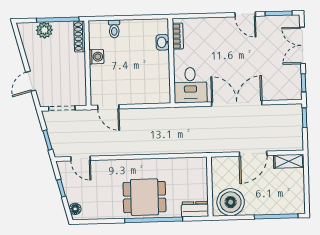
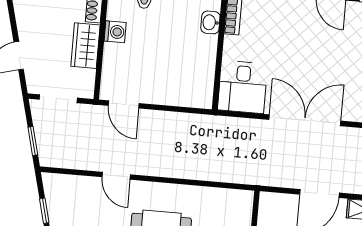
wardrobe: (77, 69) -> (85, 46), added
door: (81, 158) -> (116, 176), moved

